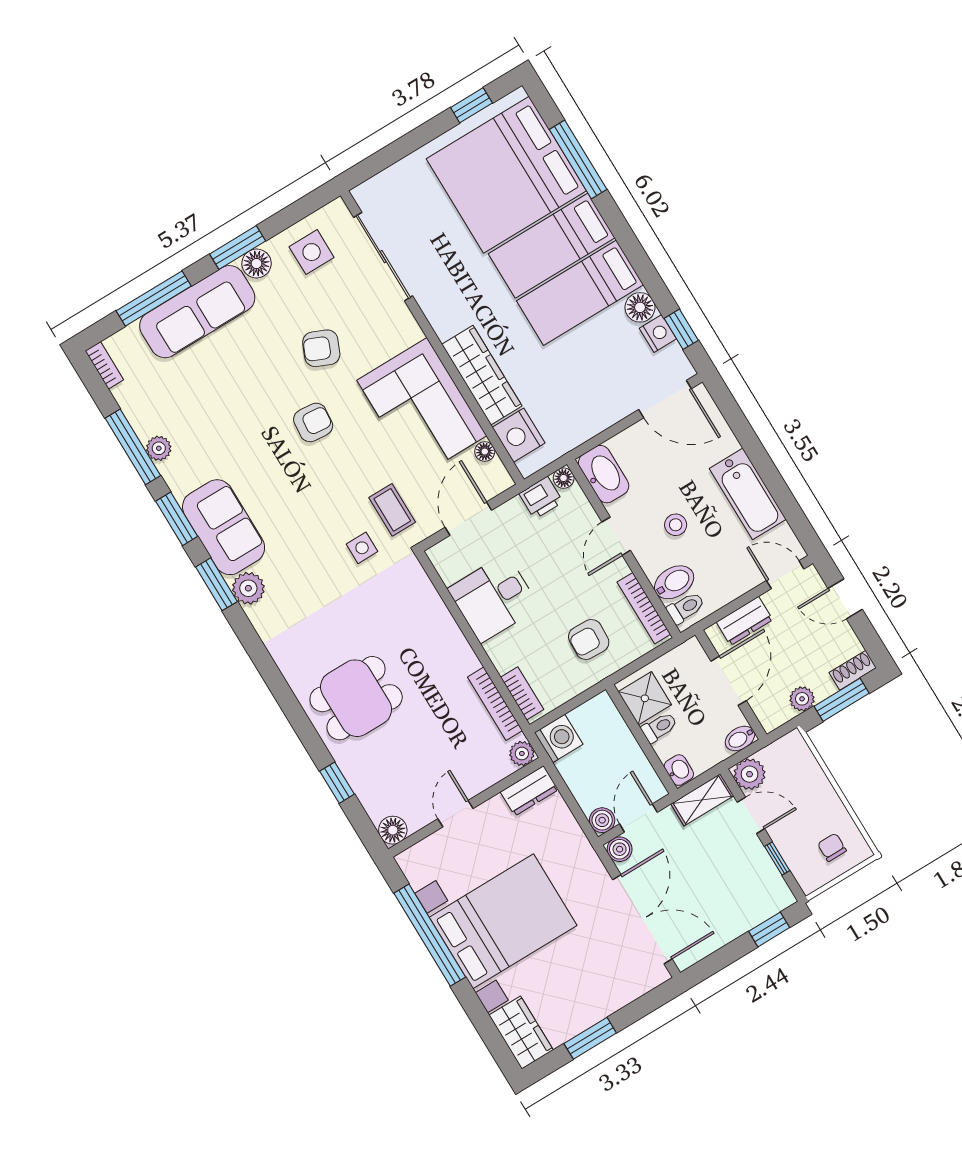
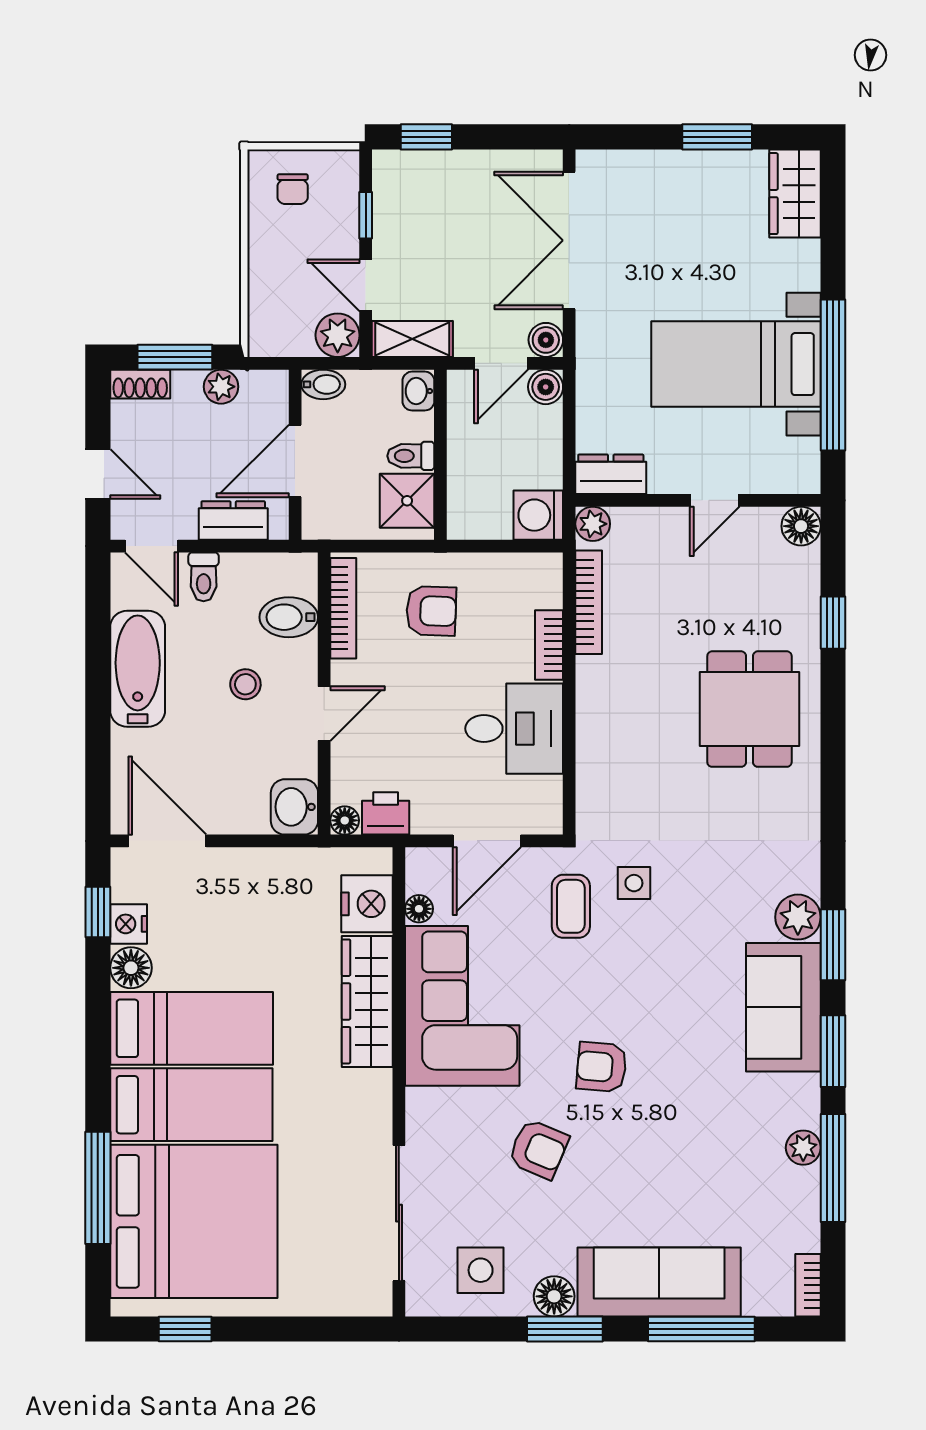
washbasin: (604, 474) -> (294, 807), width x0.72
toilet: (686, 608) -> (204, 577), moved, turned -90
bookcase: (522, 693) -> (549, 645), moved
dining table: (356, 698) -> (749, 709), turned 90
bed with nightstands: (503, 921) -> (736, 364), width x0.73

